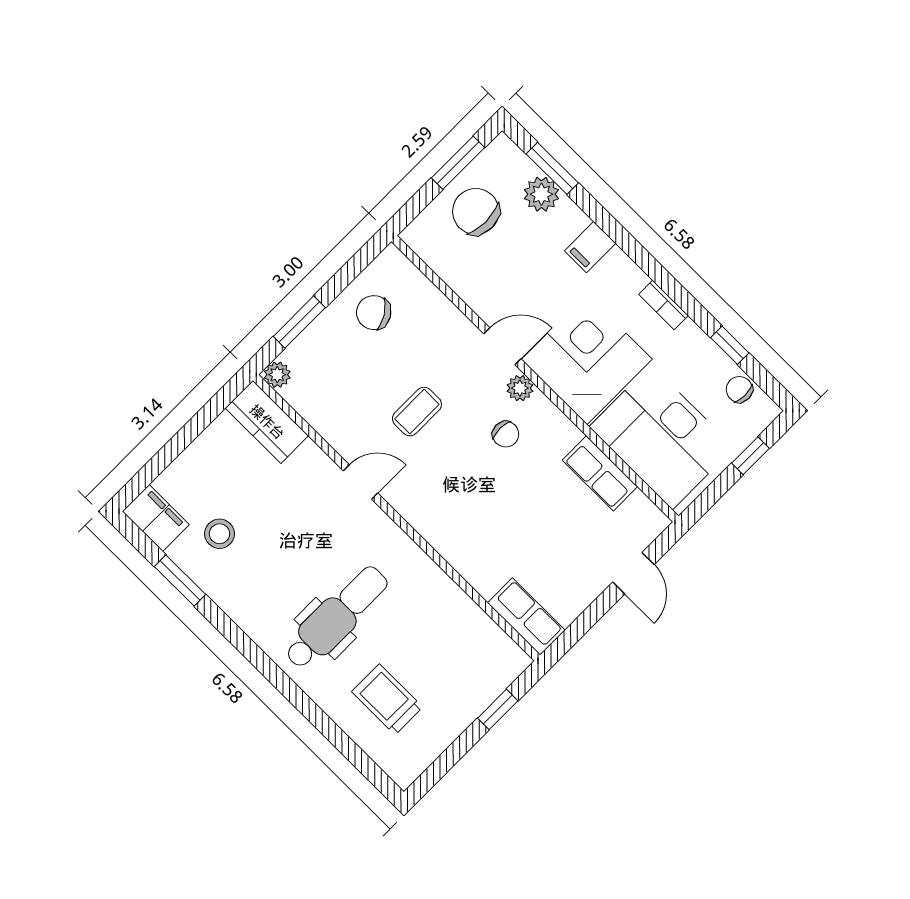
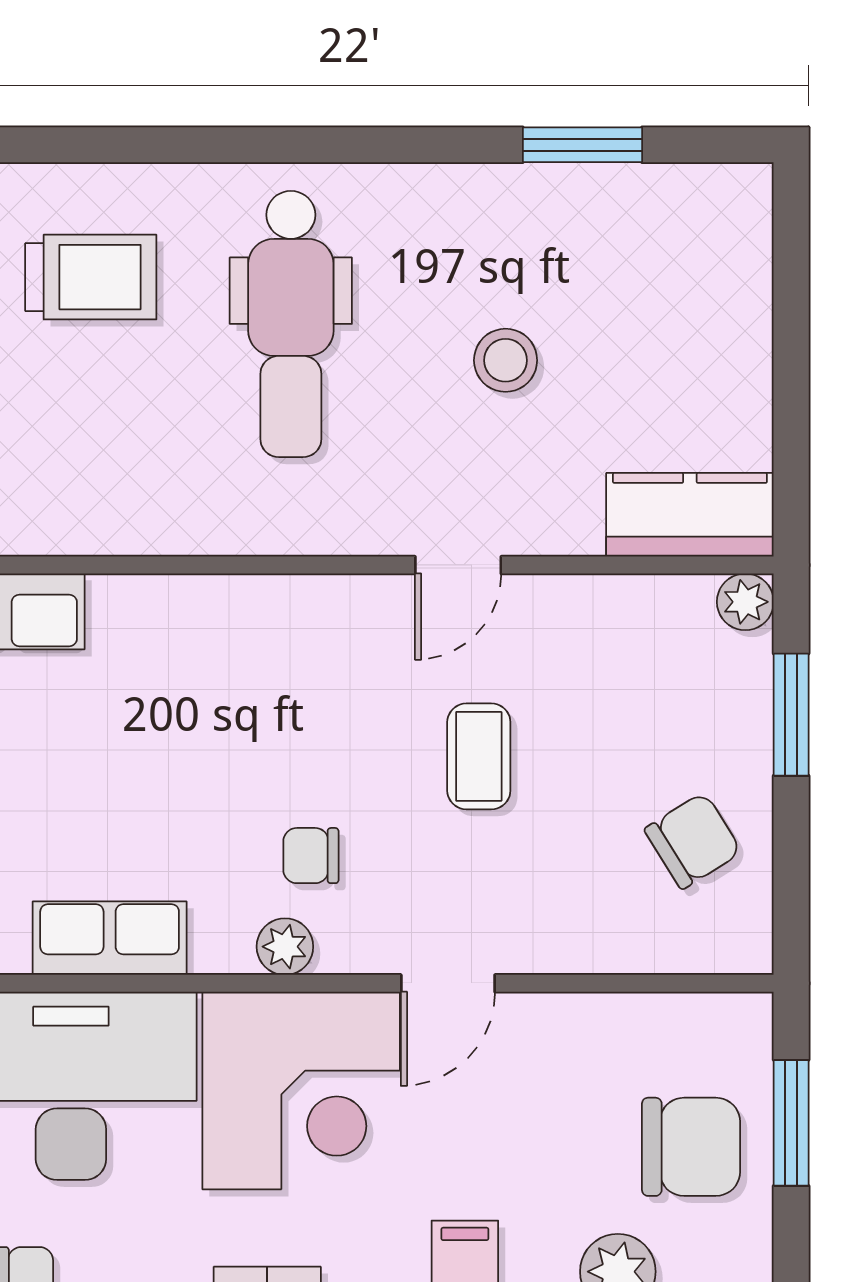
window: (458, 163) -> (791, 1123), moved
plant: (520, 388) -> (285, 947), moved
filing cabinet: (156, 518) -> (713, 203), removed
stool: (220, 534) -> (506, 360), moved

